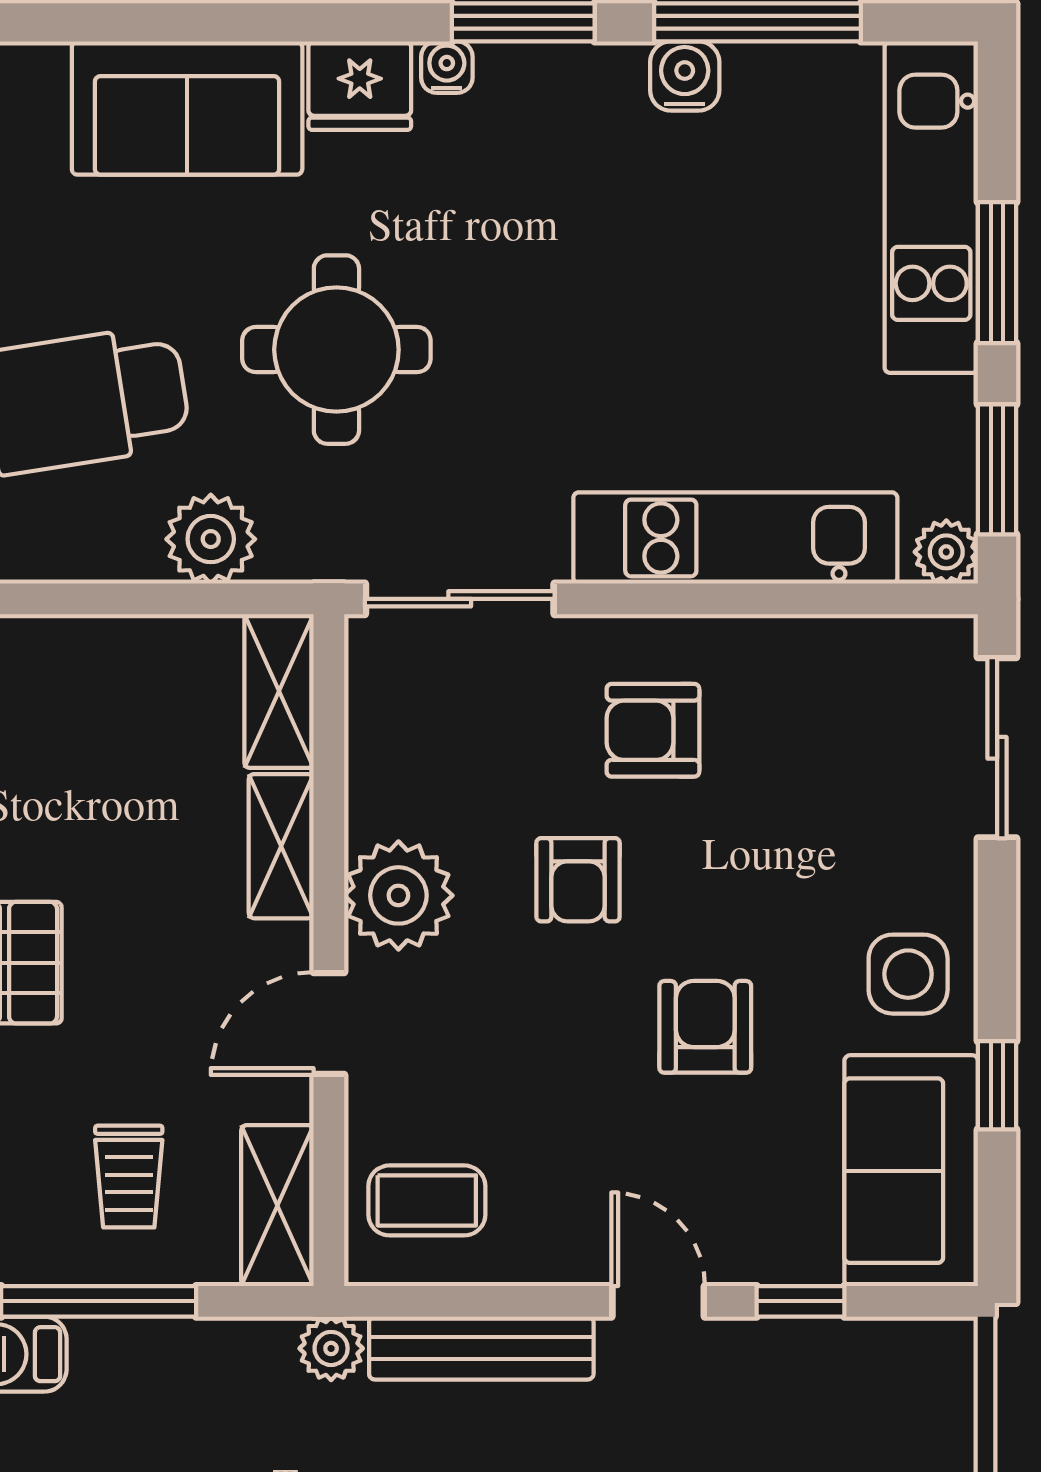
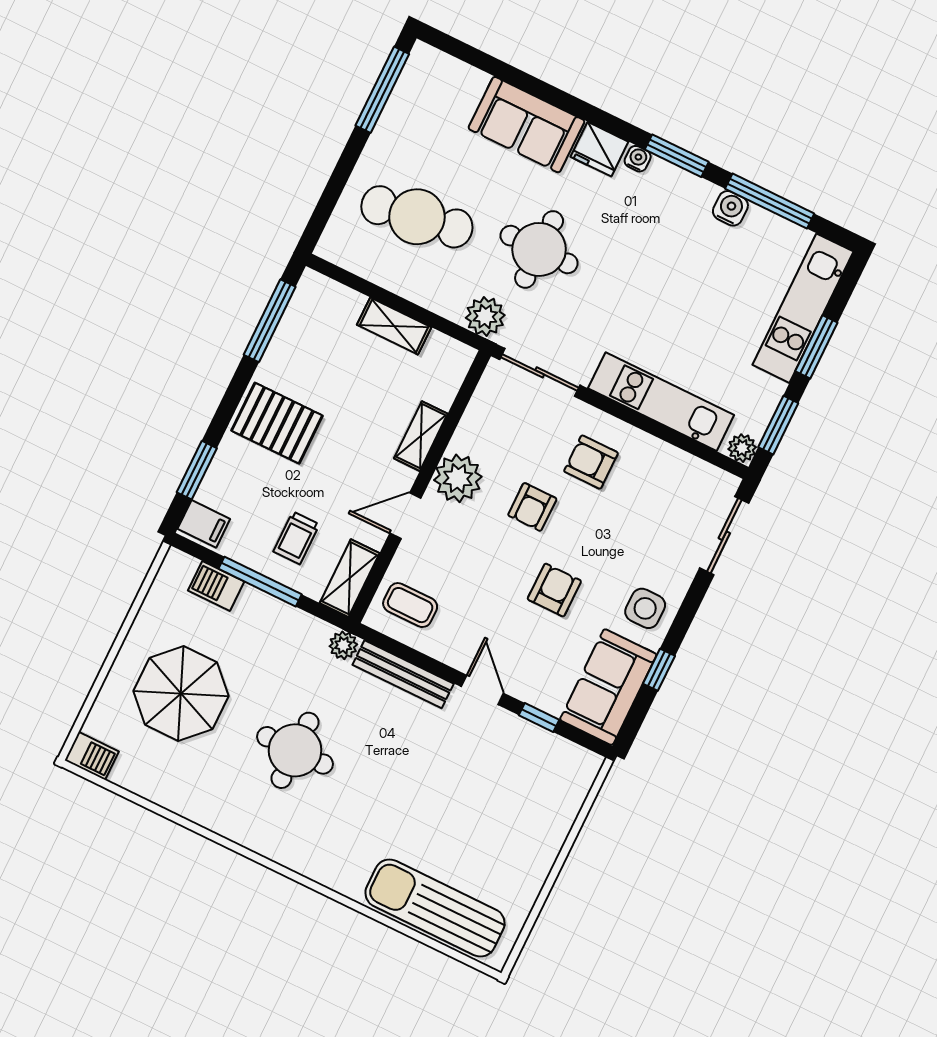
plant: (211, 539) -> (485, 316), moved
shelving: (279, 691) -> (394, 326), moved, turned 90

